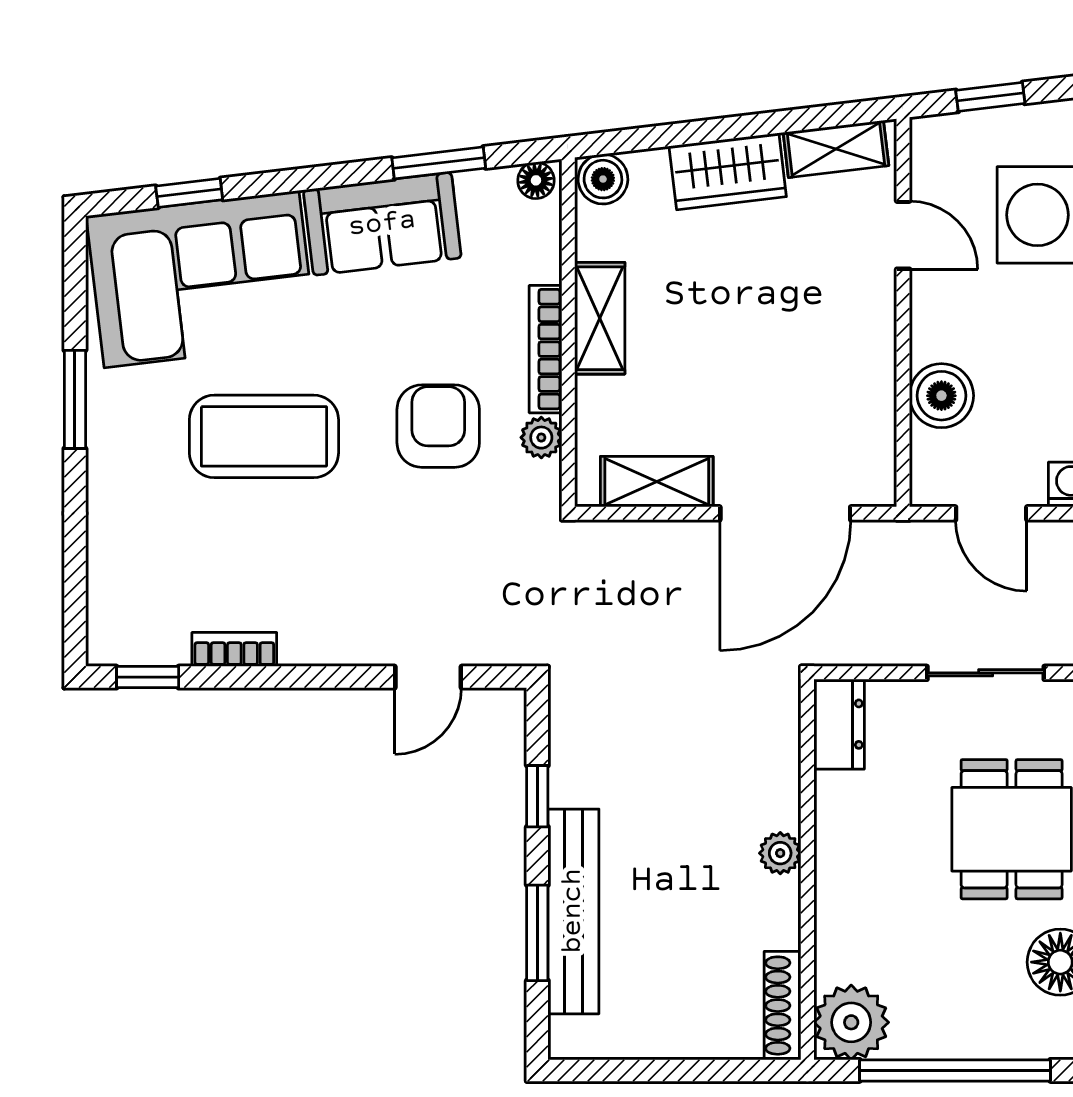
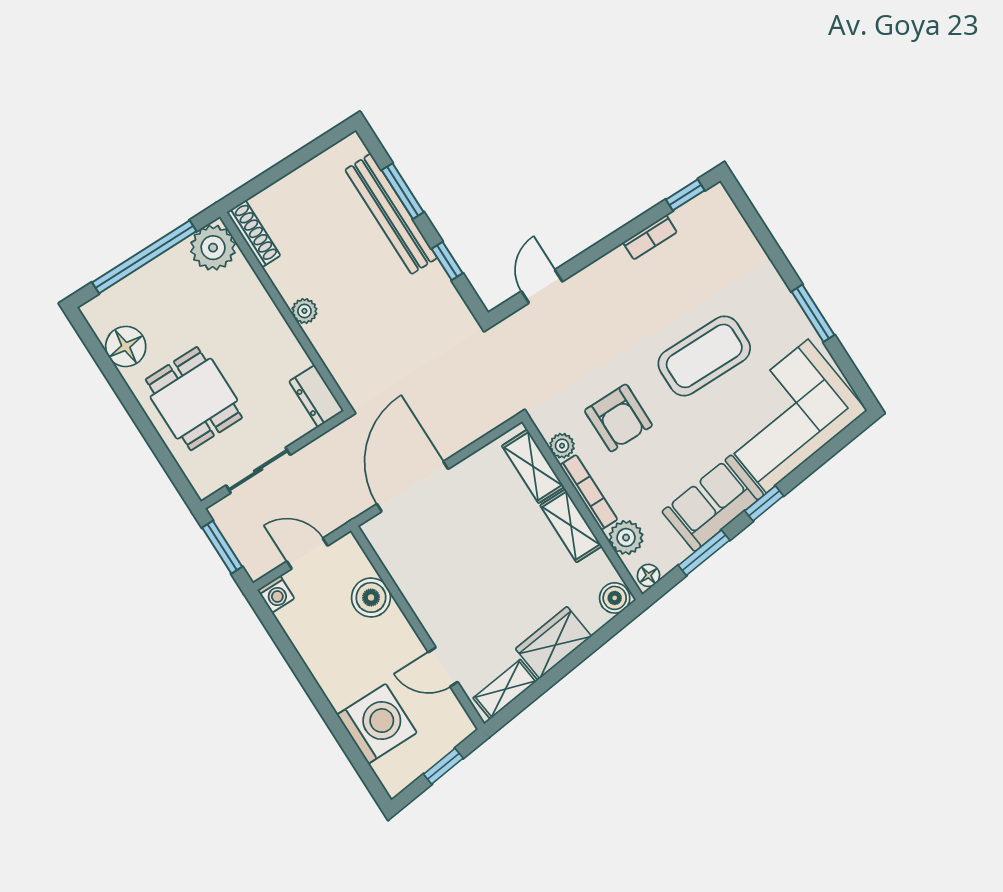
window: (189, 193) -> (764, 503), moved
plant: (534, 253) -> (626, 538), added
shelving: (657, 482) -> (533, 466), moved, turned 90

